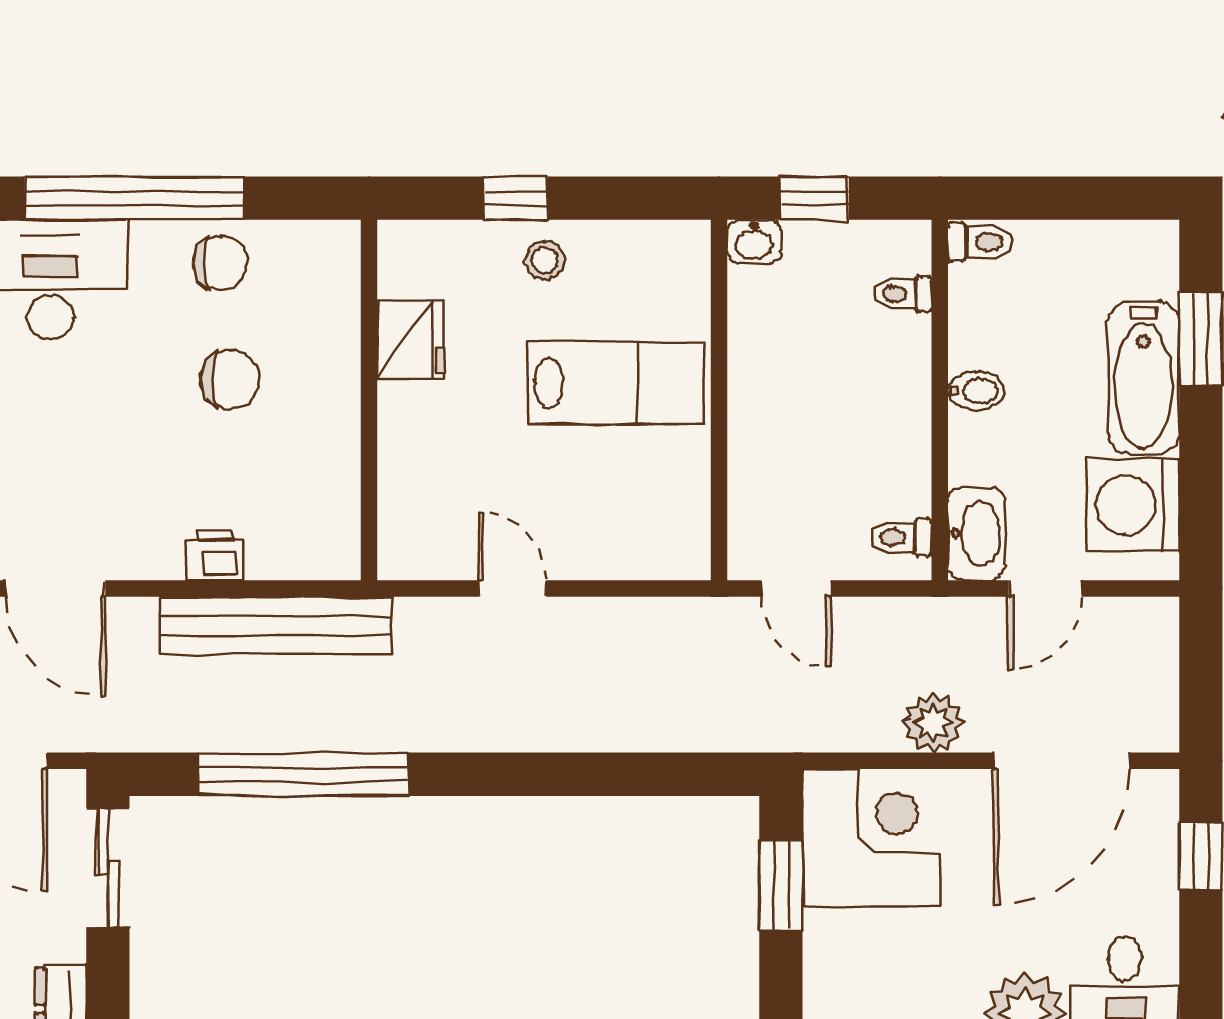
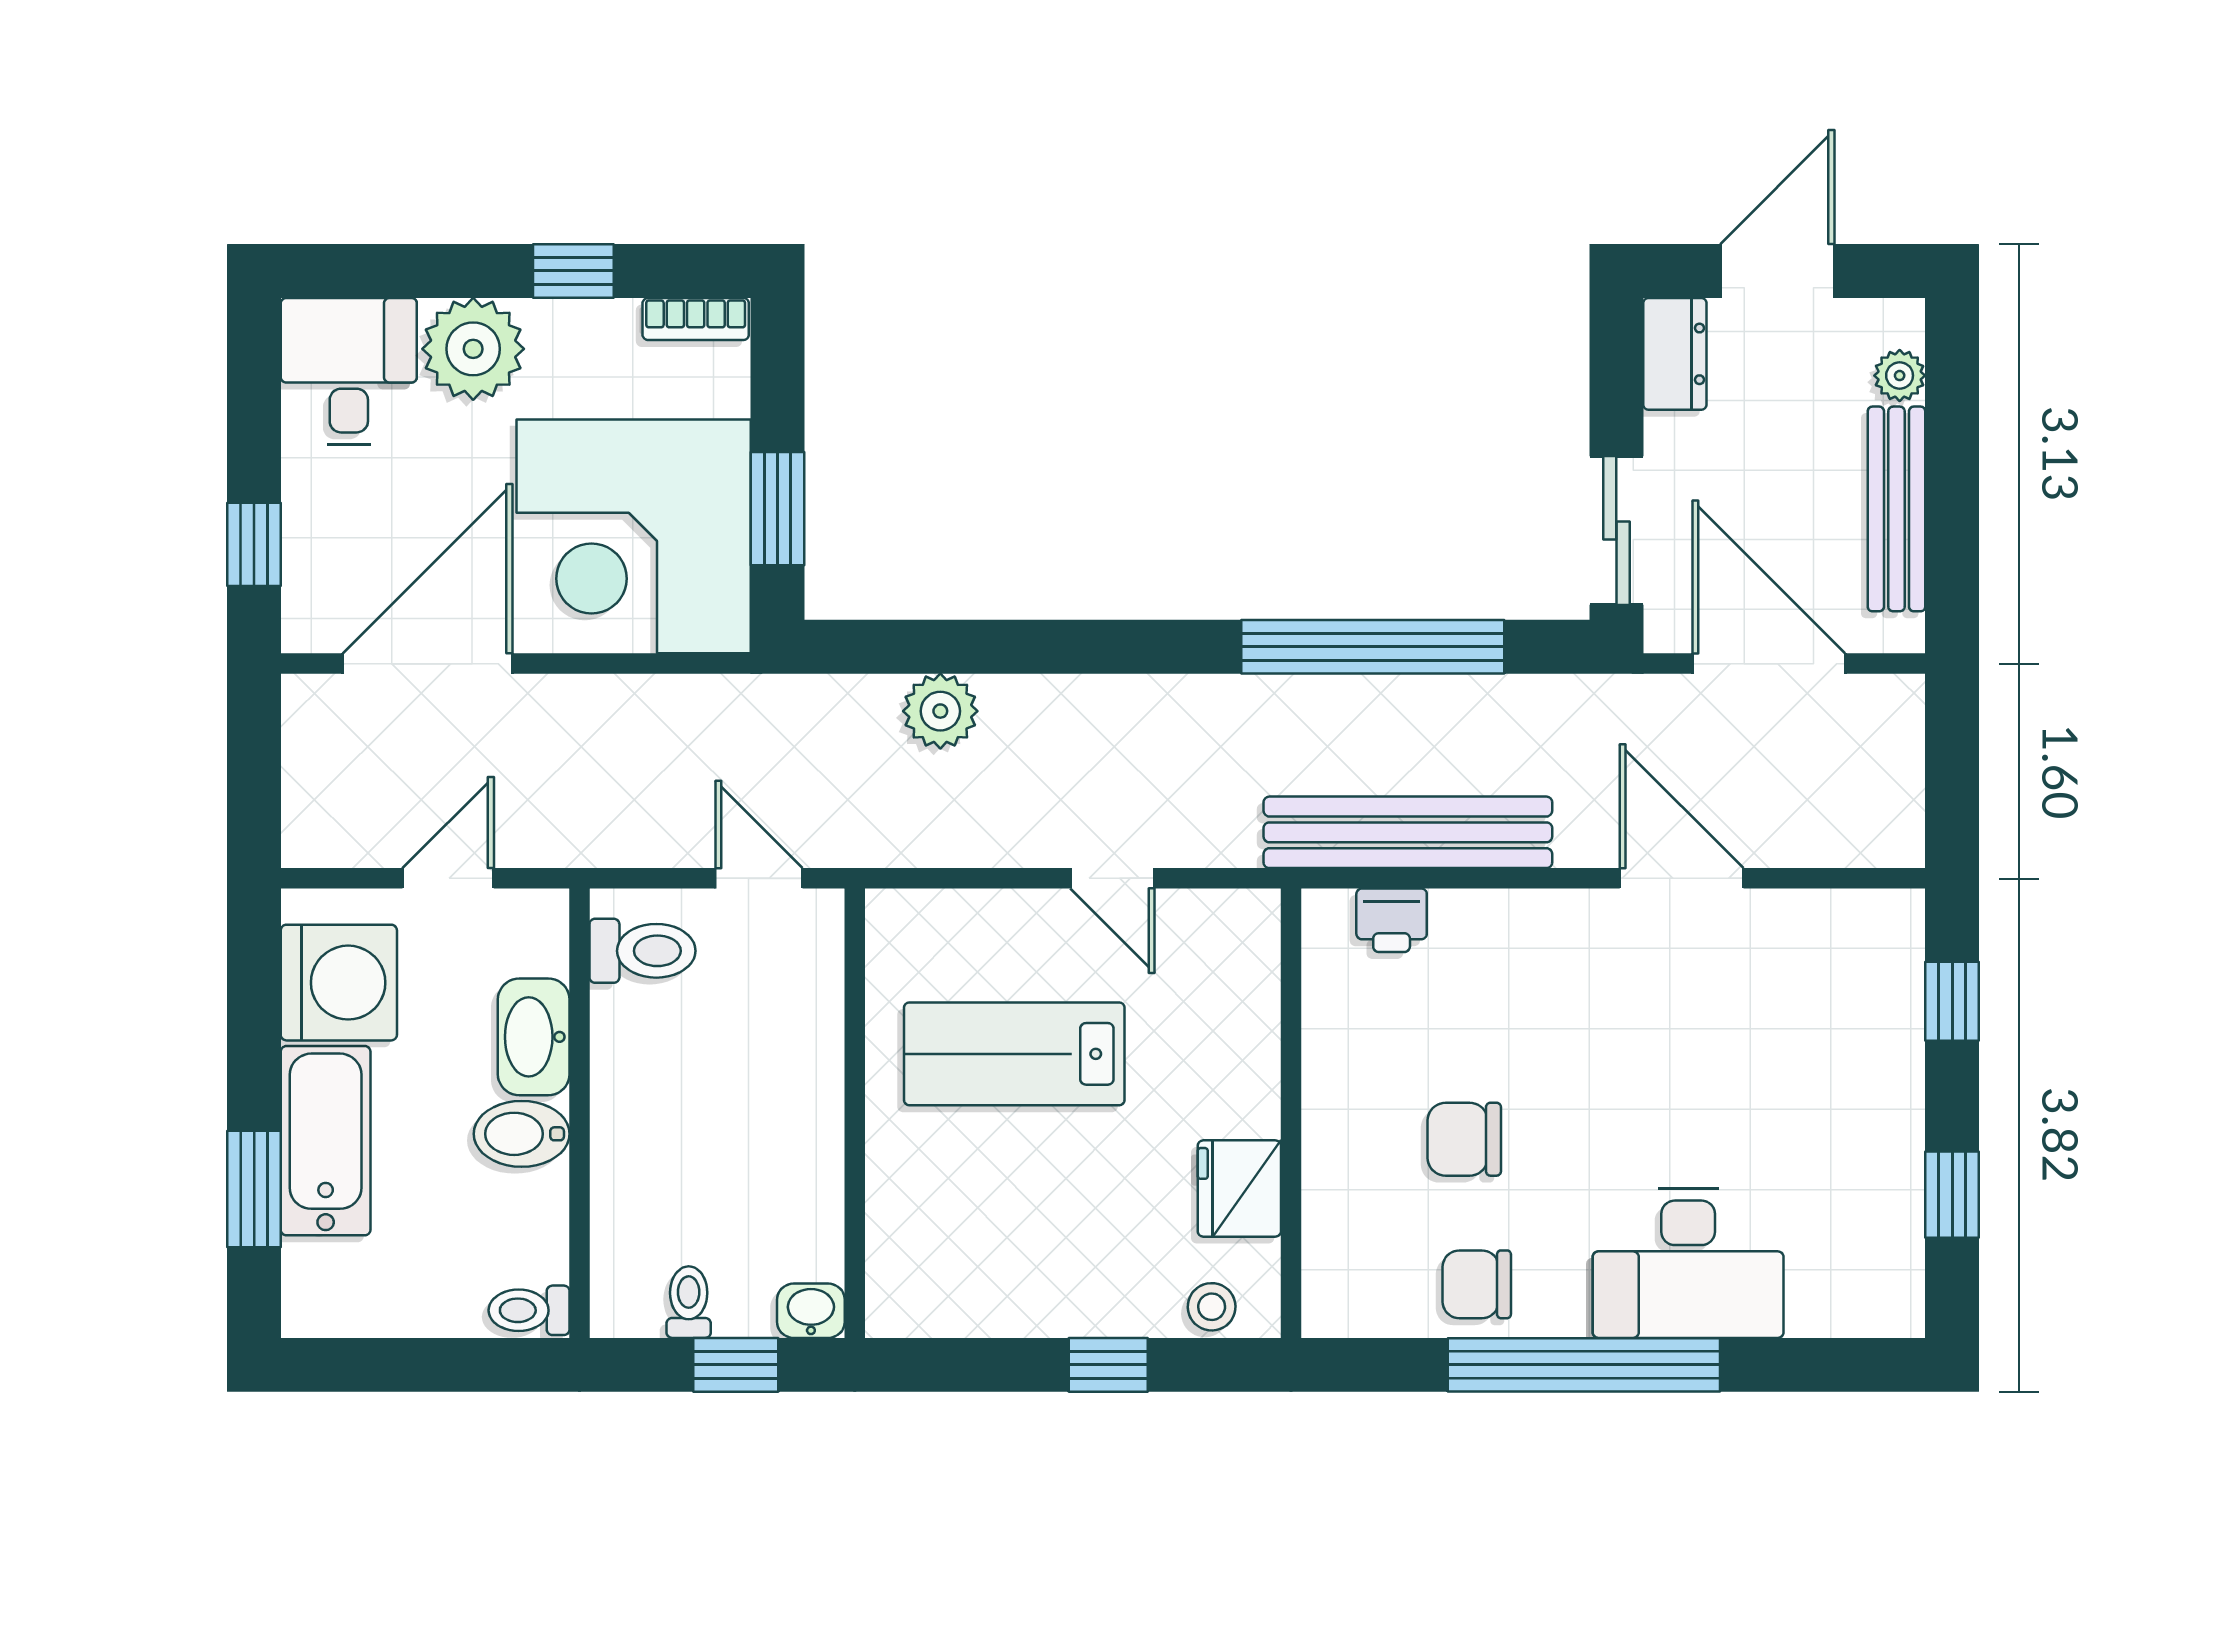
stool: (545, 260) -> (1212, 1307), moved
toilet: (903, 294) -> (689, 1302), moved, turned -90
lab bench: (616, 383) -> (1014, 1054), moved
bidet: (976, 391) -> (522, 1134), width x1.38, depth x1.36
washbasin: (977, 533) -> (534, 1037), moved
toilet: (901, 537) -> (643, 951), width x1.37, depth x1.39
printer: (215, 555) -> (1392, 920), moved
plant: (933, 723) -> (940, 711), moved
corner desk: (872, 838) -> (634, 536), width x1.36, depth x1.36

